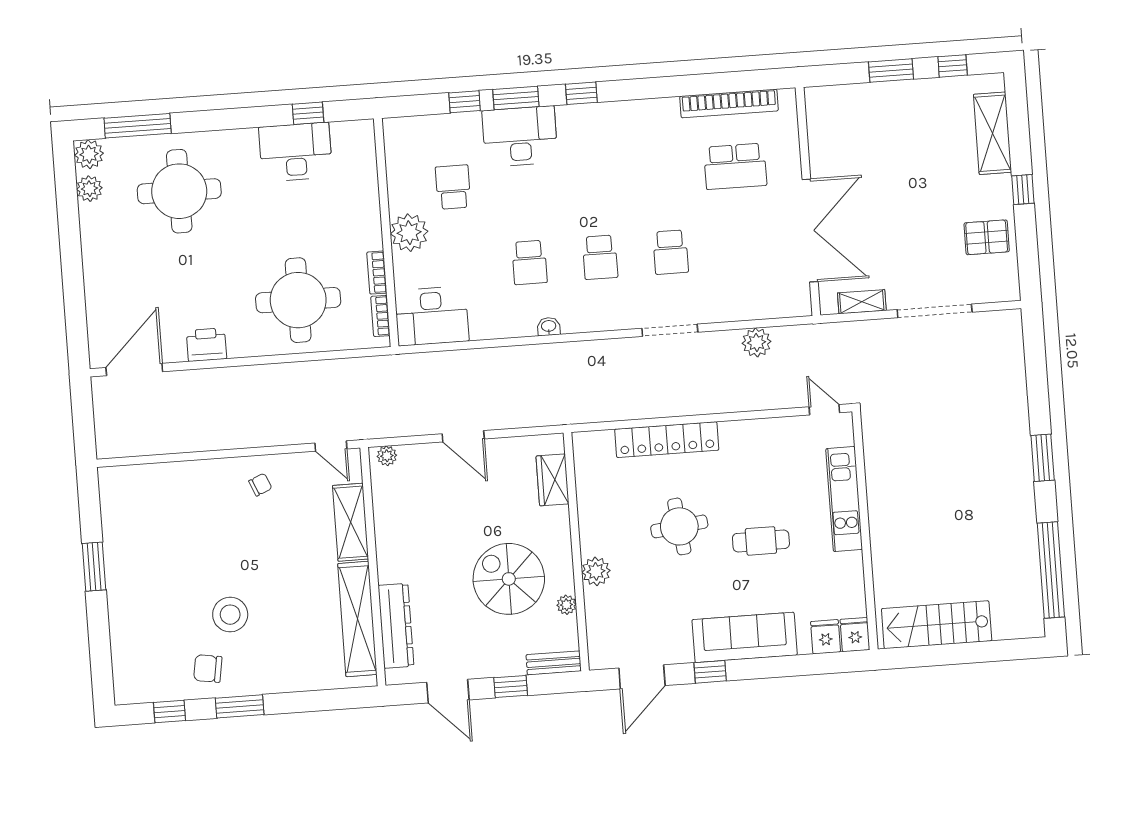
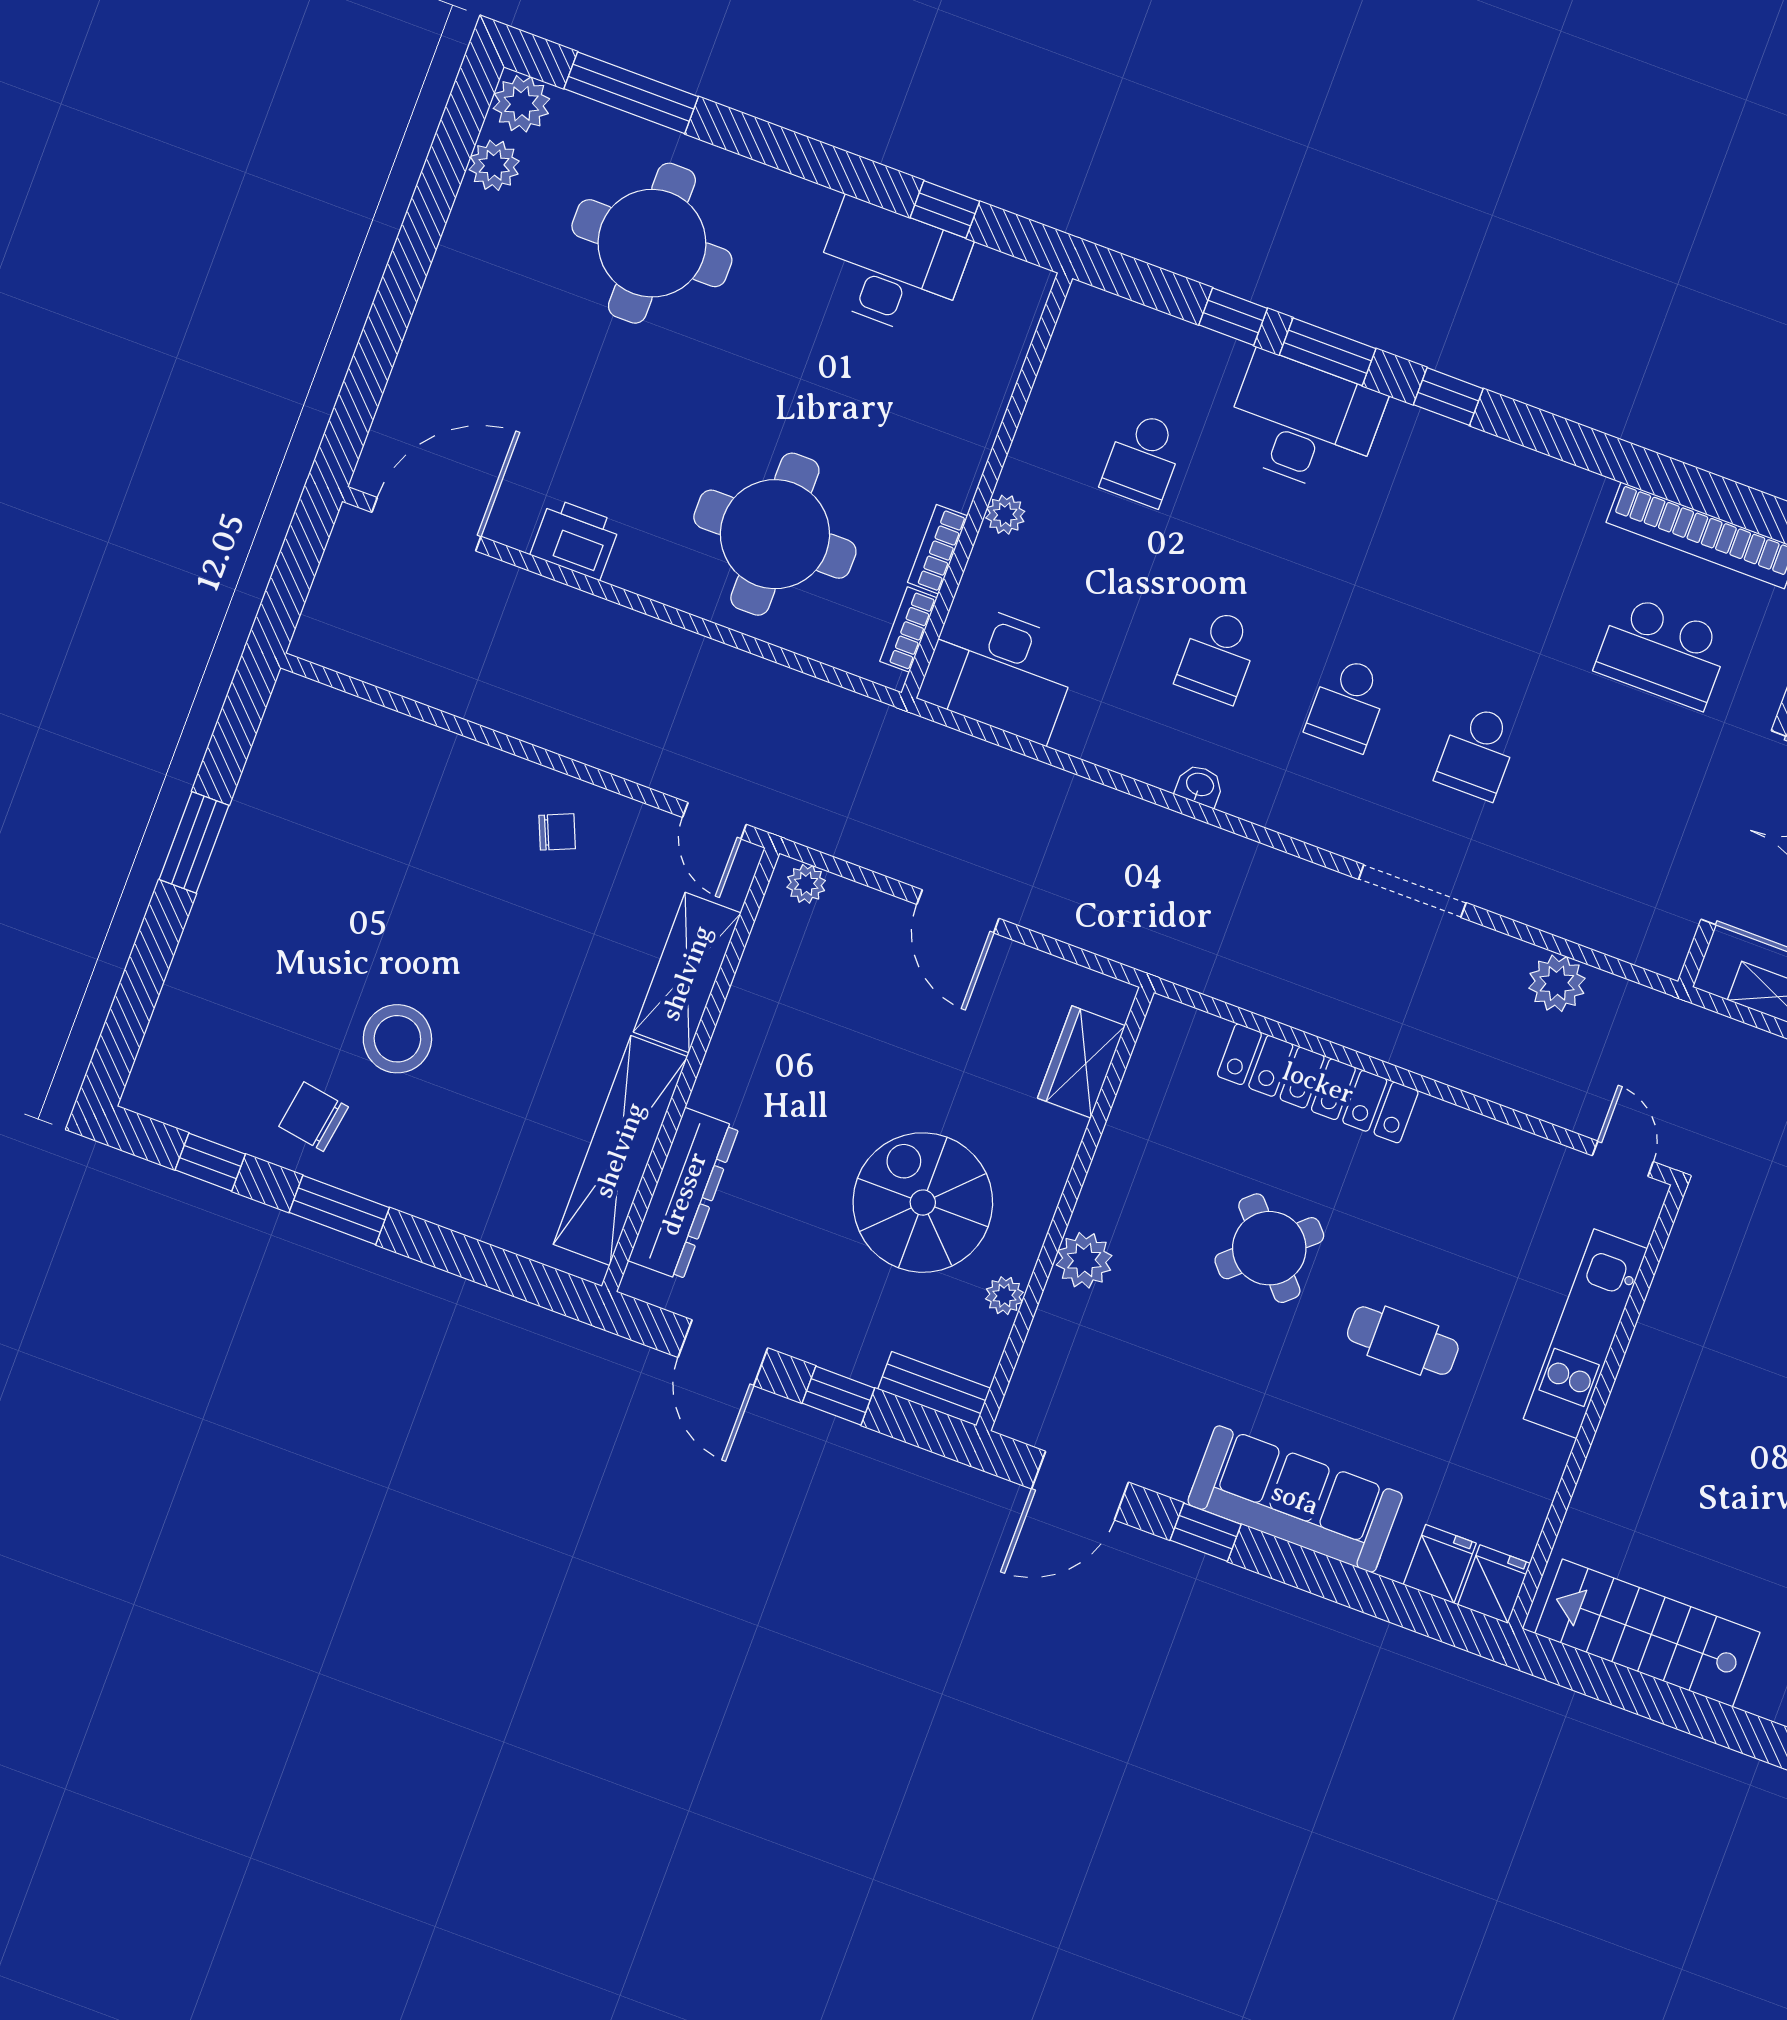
school desk: (453, 187) -> (1143, 459), turned 180
plant: (409, 233) -> (1005, 515), width x0.53, depth x0.53
round table: (679, 526) -> (1269, 1248), turned -35

